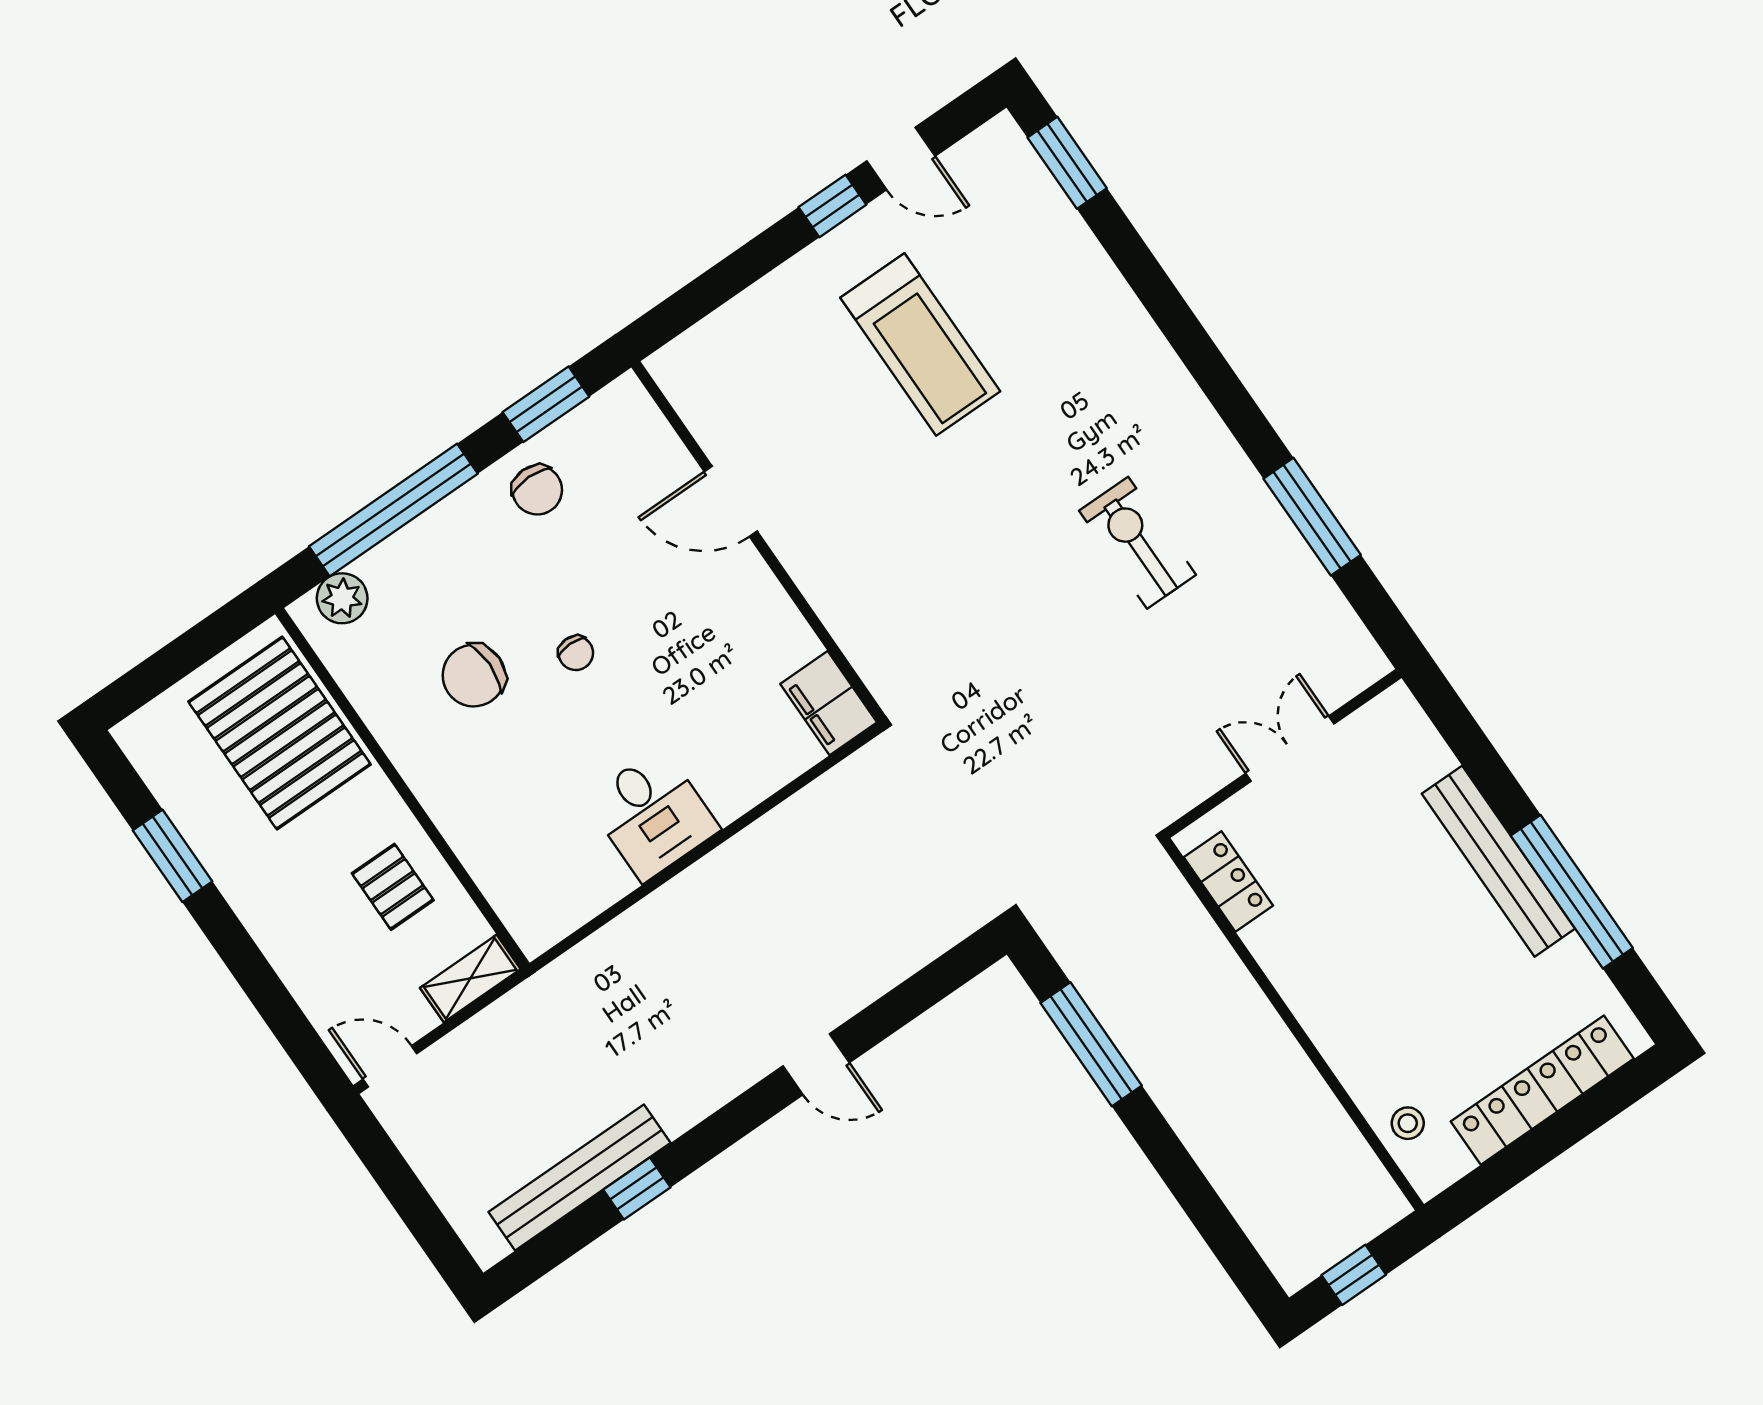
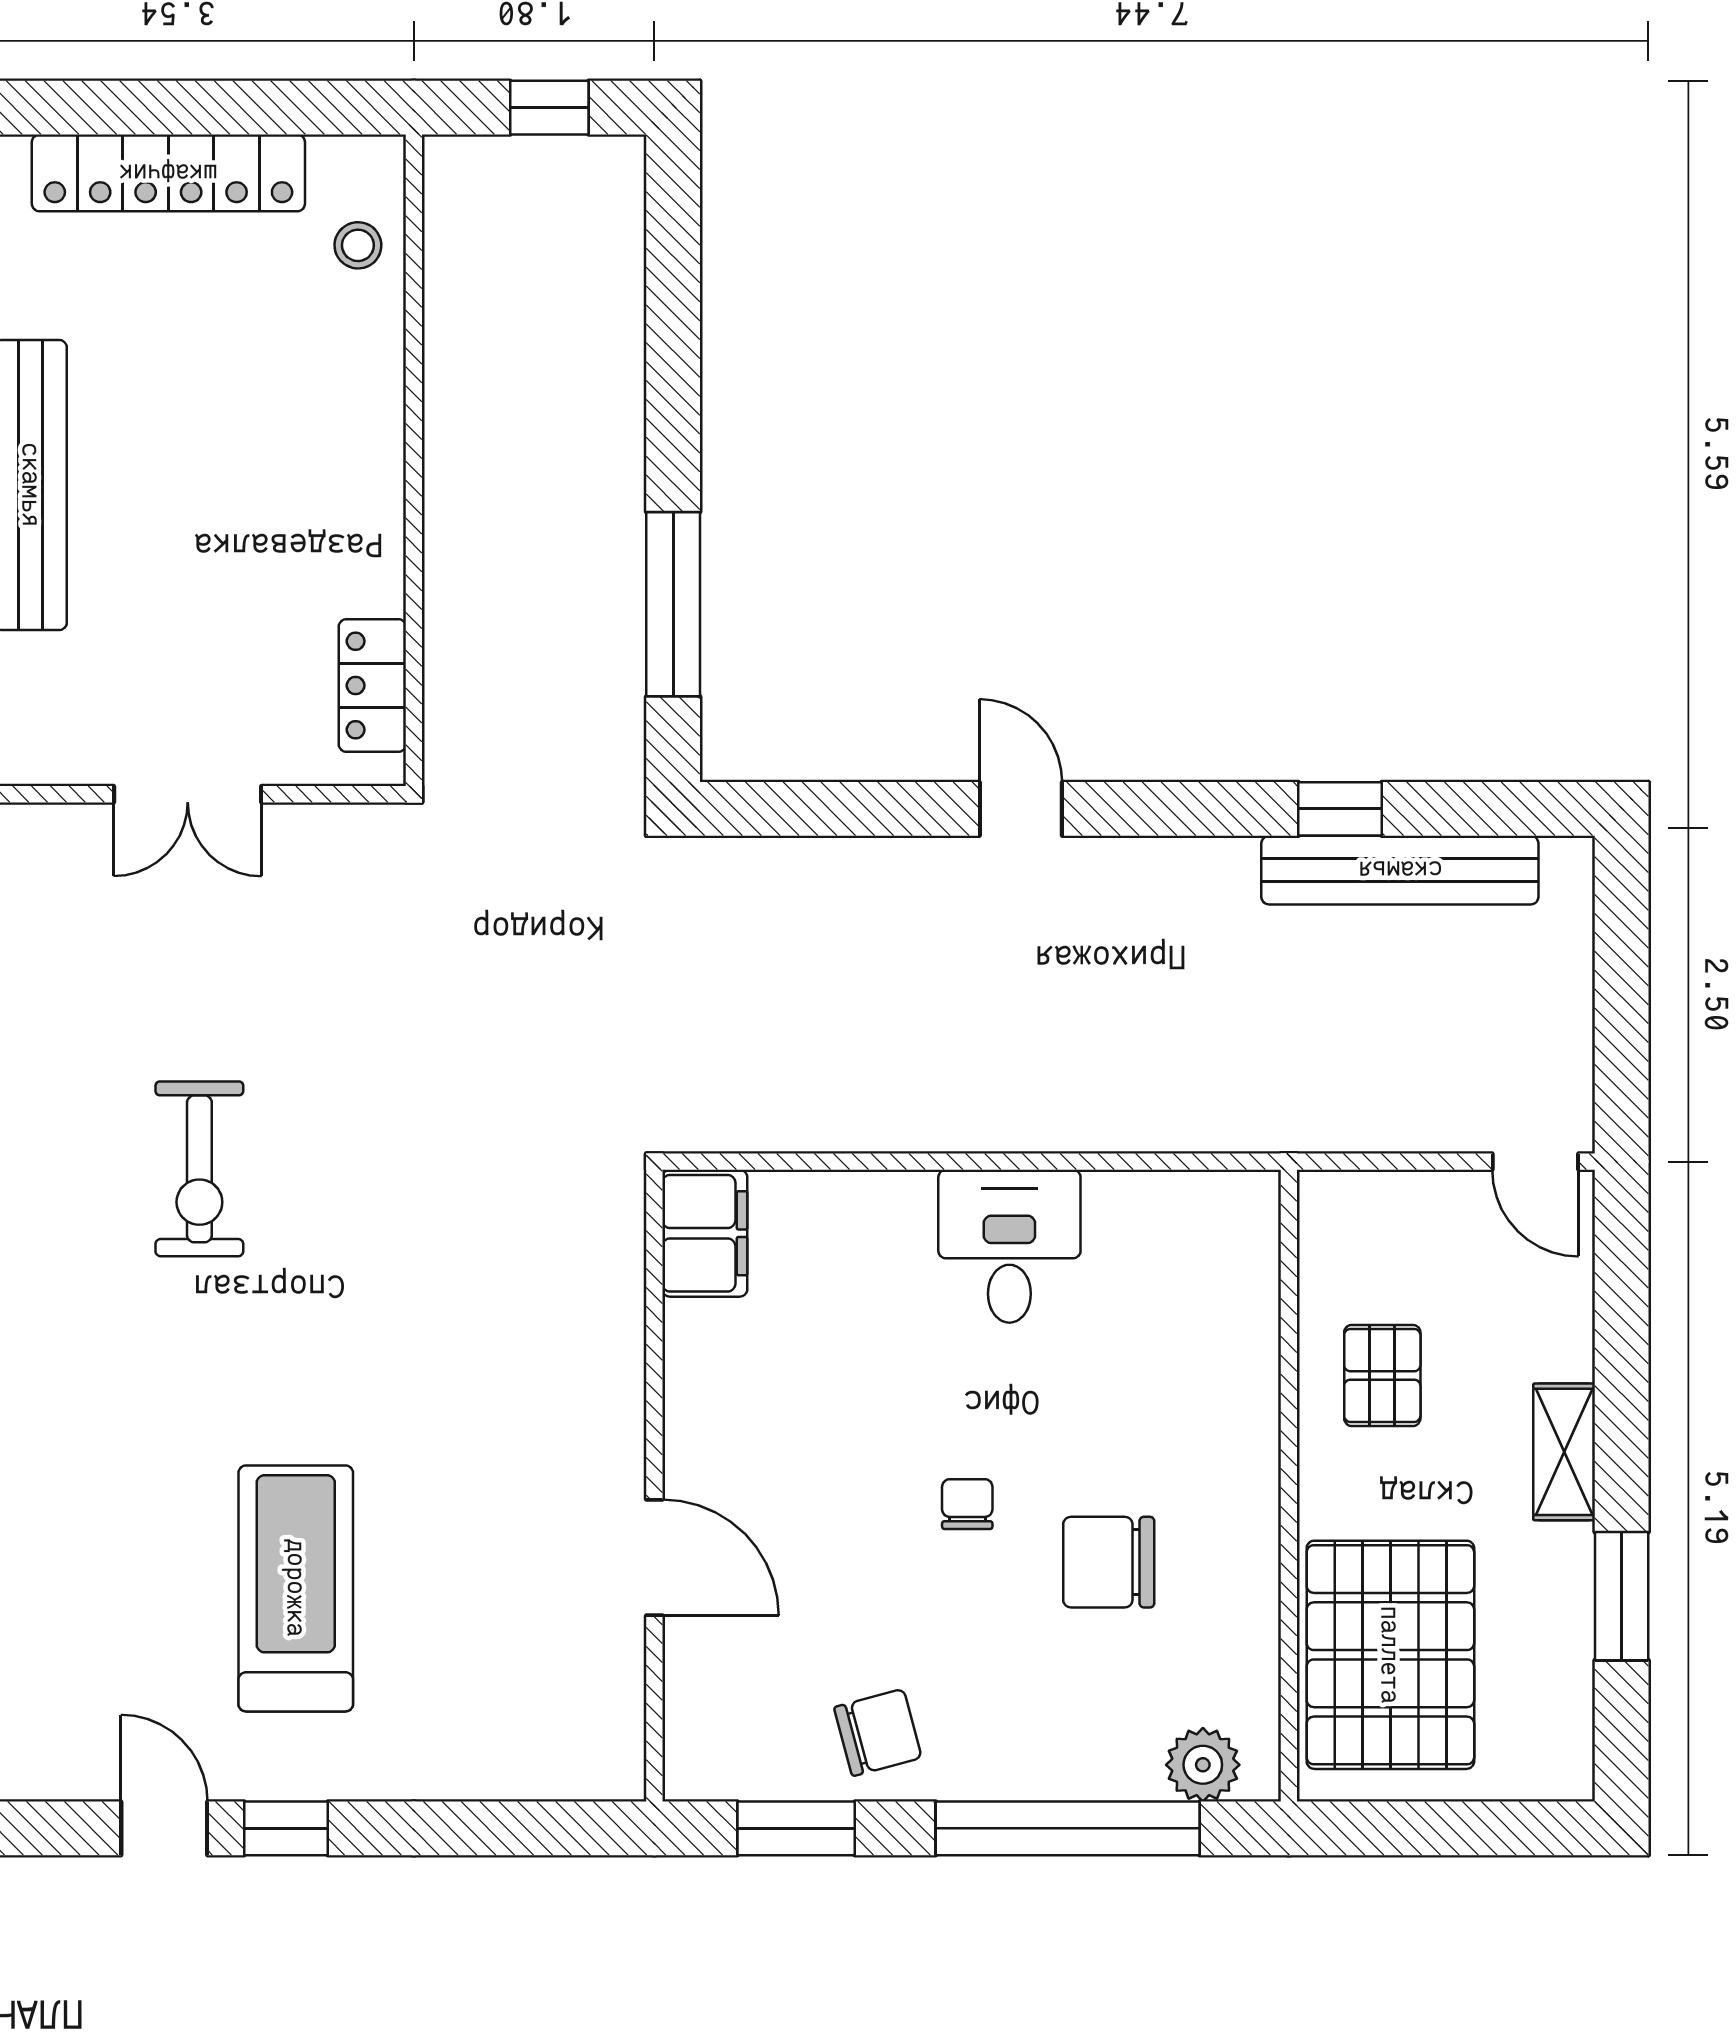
chair: (537, 490) -> (878, 1732), turned 75
chair: (474, 676) -> (1109, 1562), turned 180
shelving: (470, 978) -> (1564, 1452), moved, turned 90

